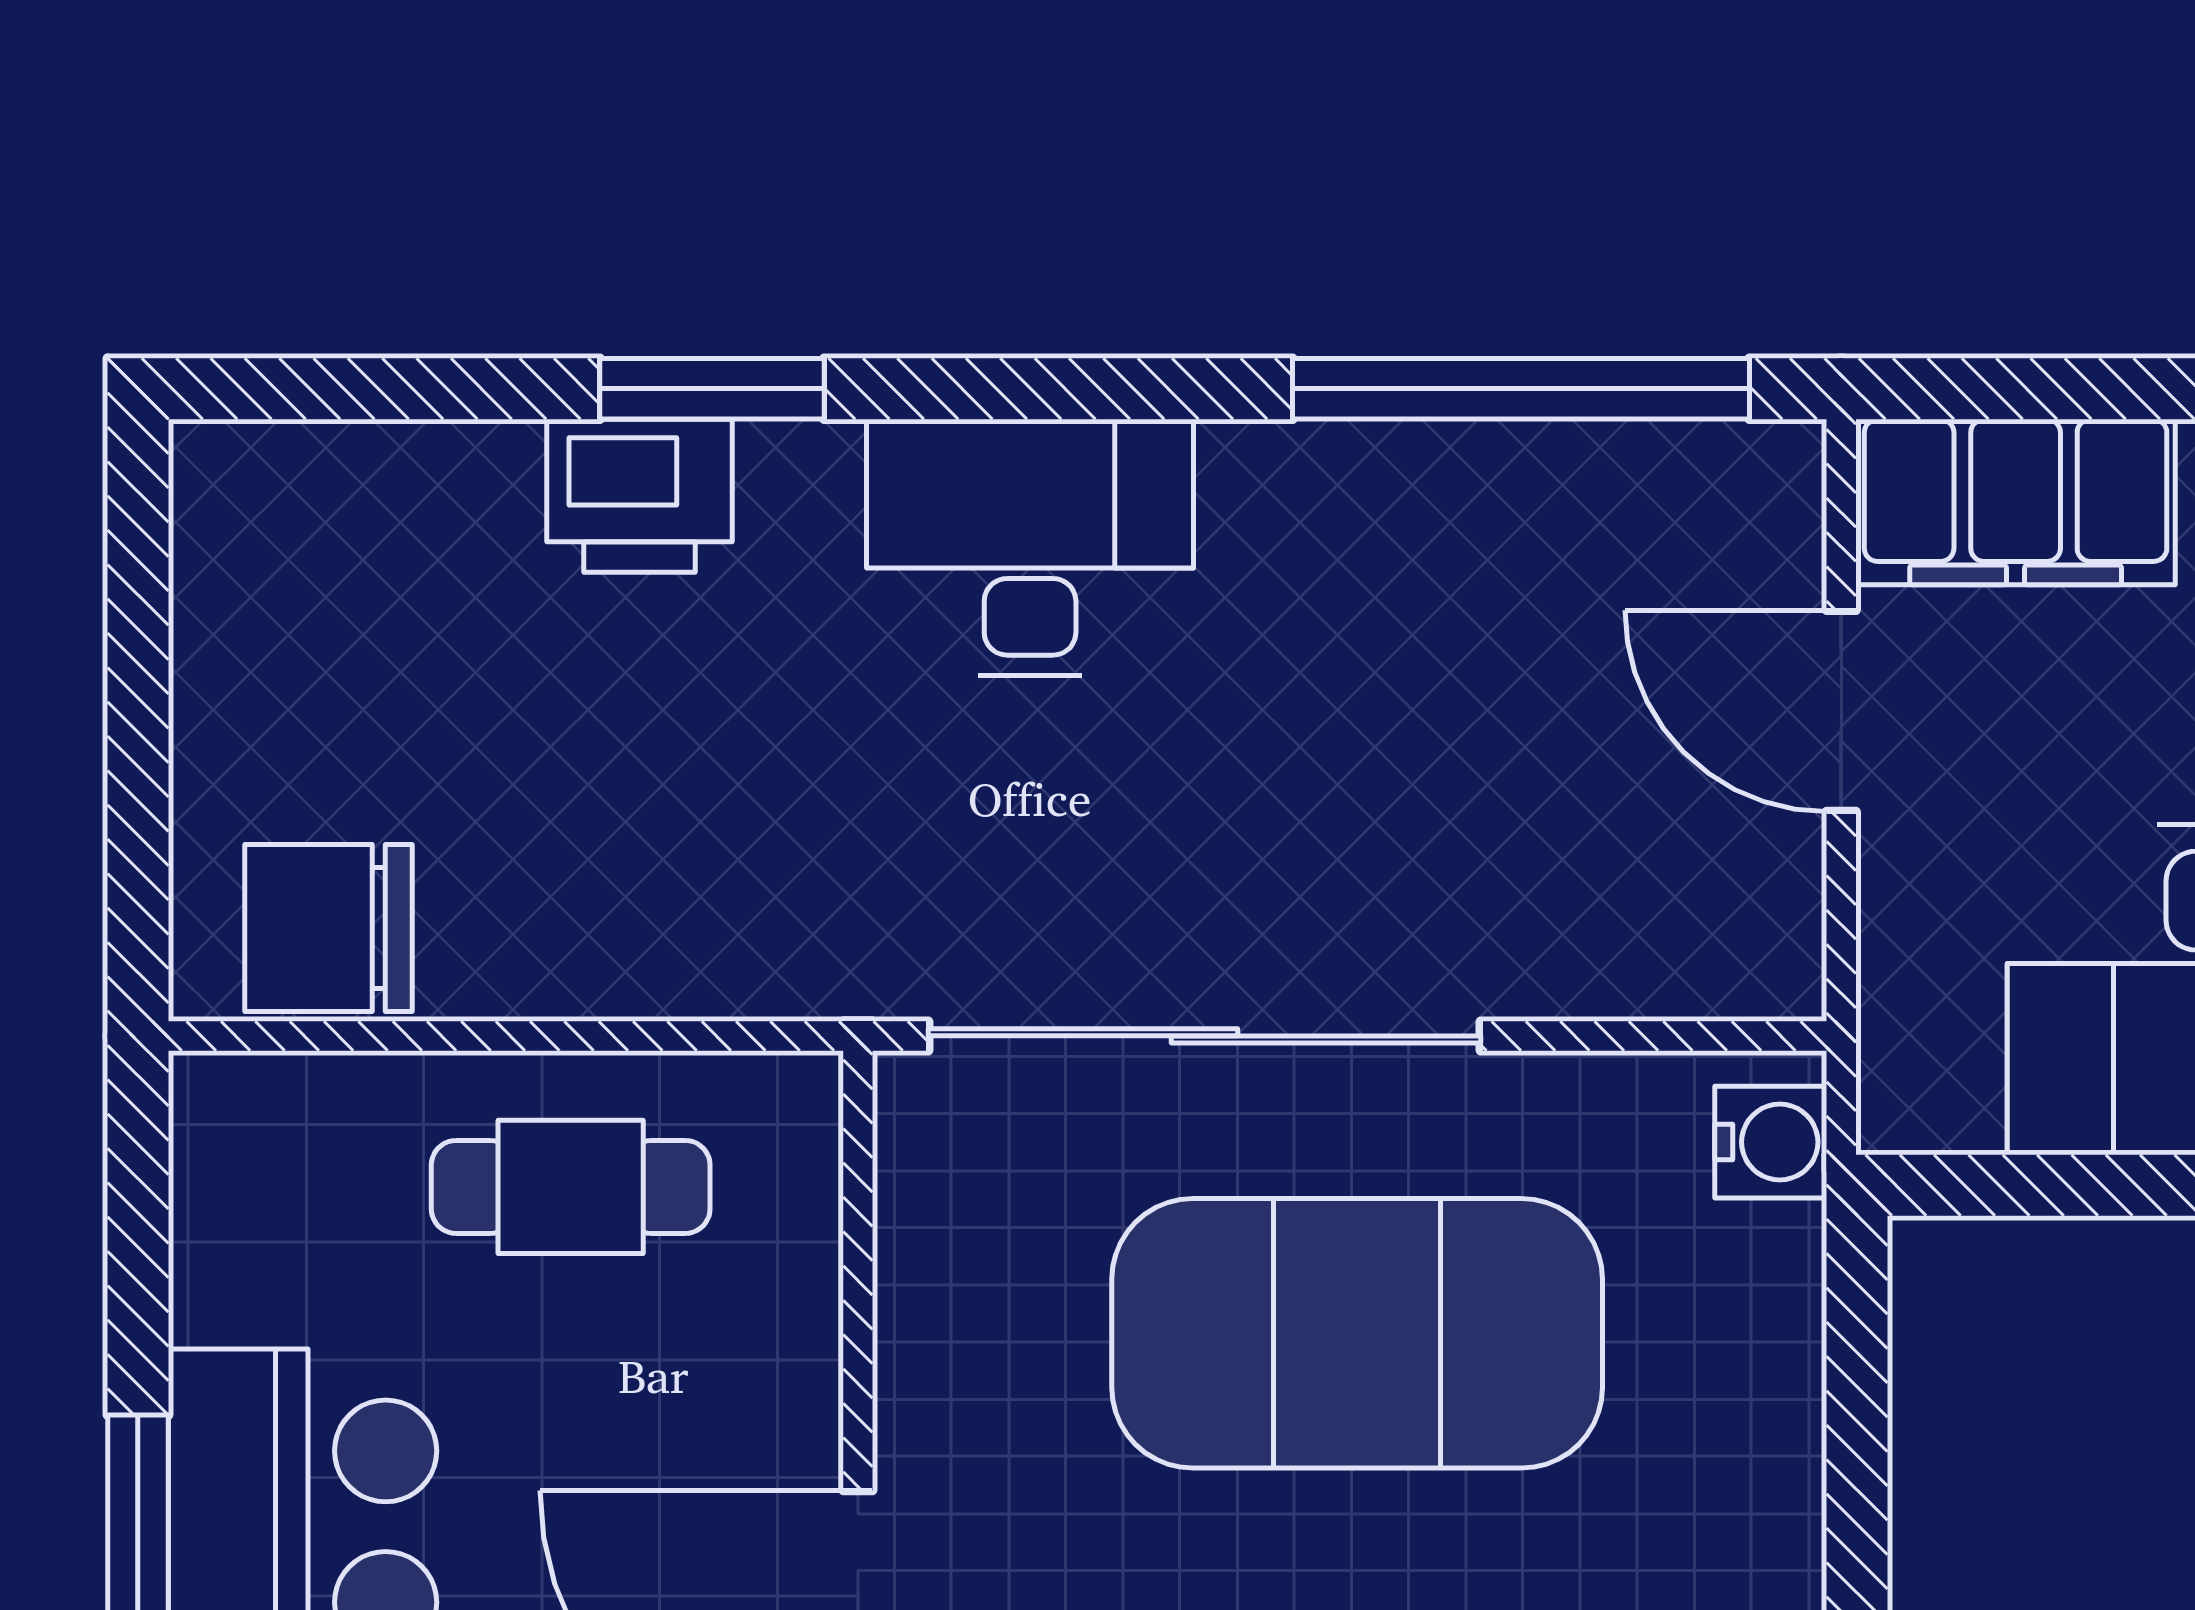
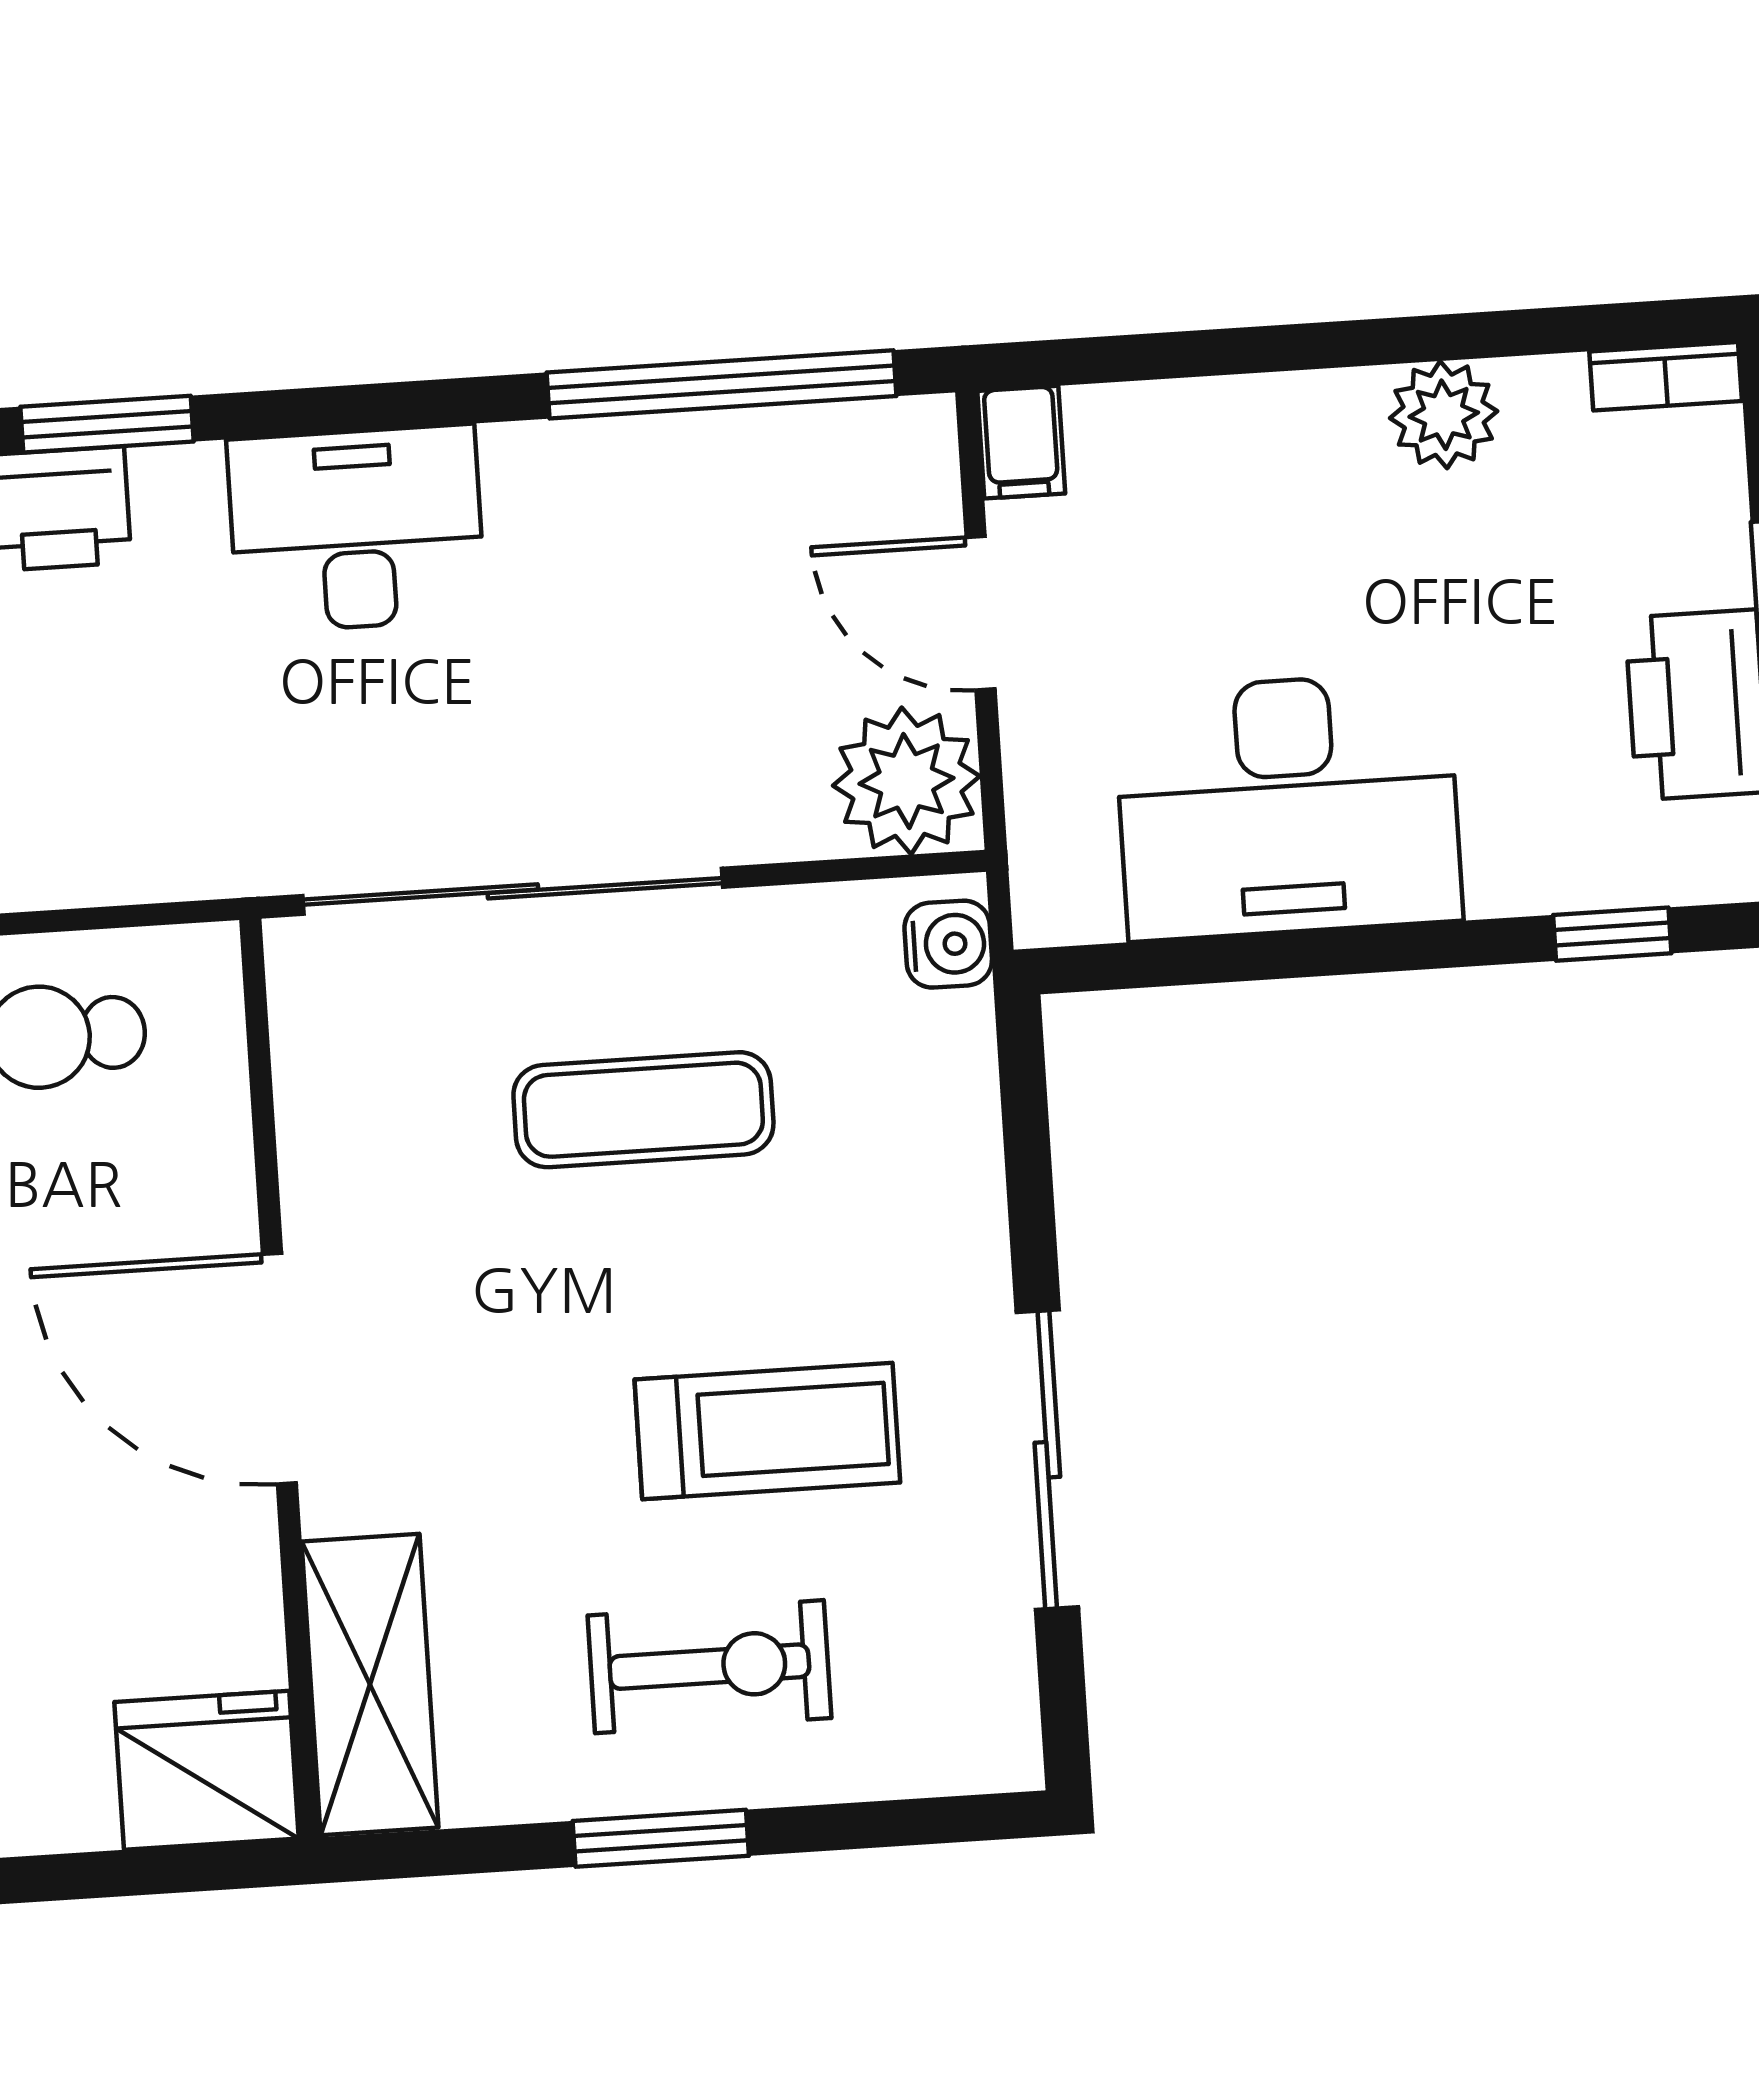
filing cabinet: (2016, 502) -> (1021, 442), width x0.33, depth x0.86
plant: (1730, 925) -> (906, 781), added
exercise mat: (1357, 1333) -> (643, 1110), width x0.50, depth x0.69

